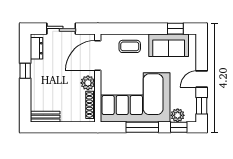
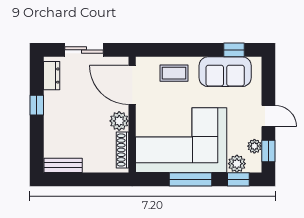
door: (98, 55) -> (132, 85), hinge flipped
door: (202, 79) -> (268, 116), swing flipped
plant: (191, 102) -> (254, 146), added

